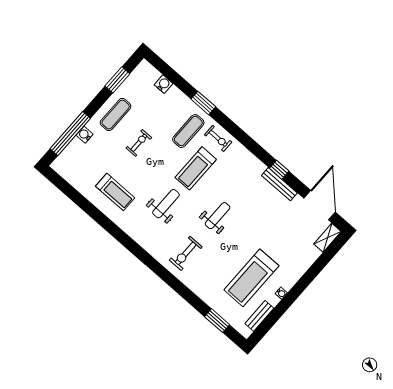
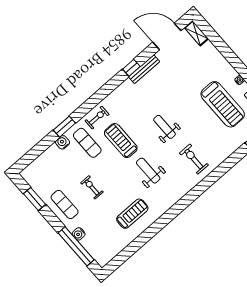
water cooler: (164, 84) -> (63, 142), moved
treadmill: (196, 168) -> (121, 141), turned 180
exercise bike: (186, 253) -> (194, 159), turned 180

